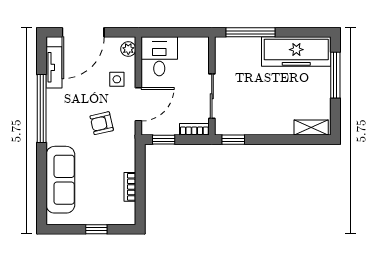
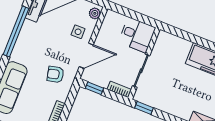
window: (250, 32) -> (187, 36), removed
desk: (159, 56) -> (137, 35), moved, turned 90
armchair: (102, 123) -> (55, 74), moved

